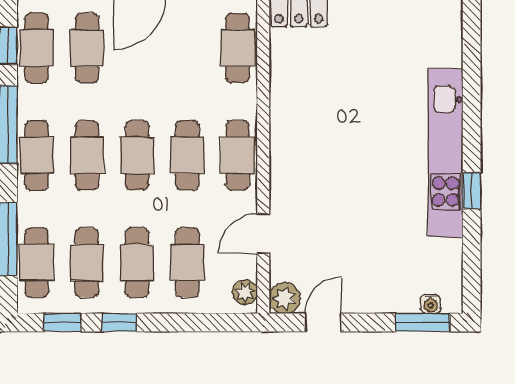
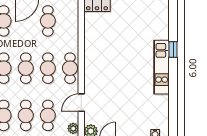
cafe table: (238, 48) -> (48, 21), moved
kitchen unit: (446, 153) -> (162, 67), width x0.73
window: (472, 190) -> (173, 49), moved

